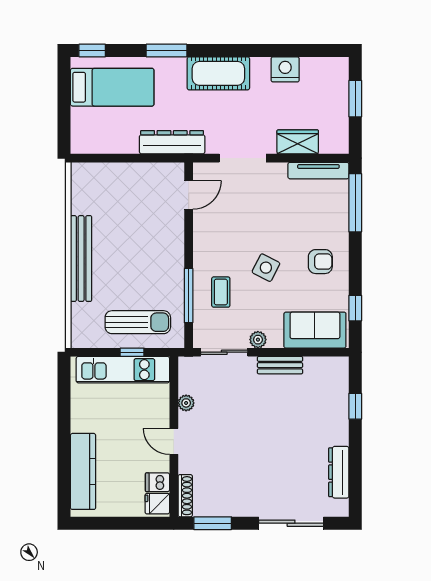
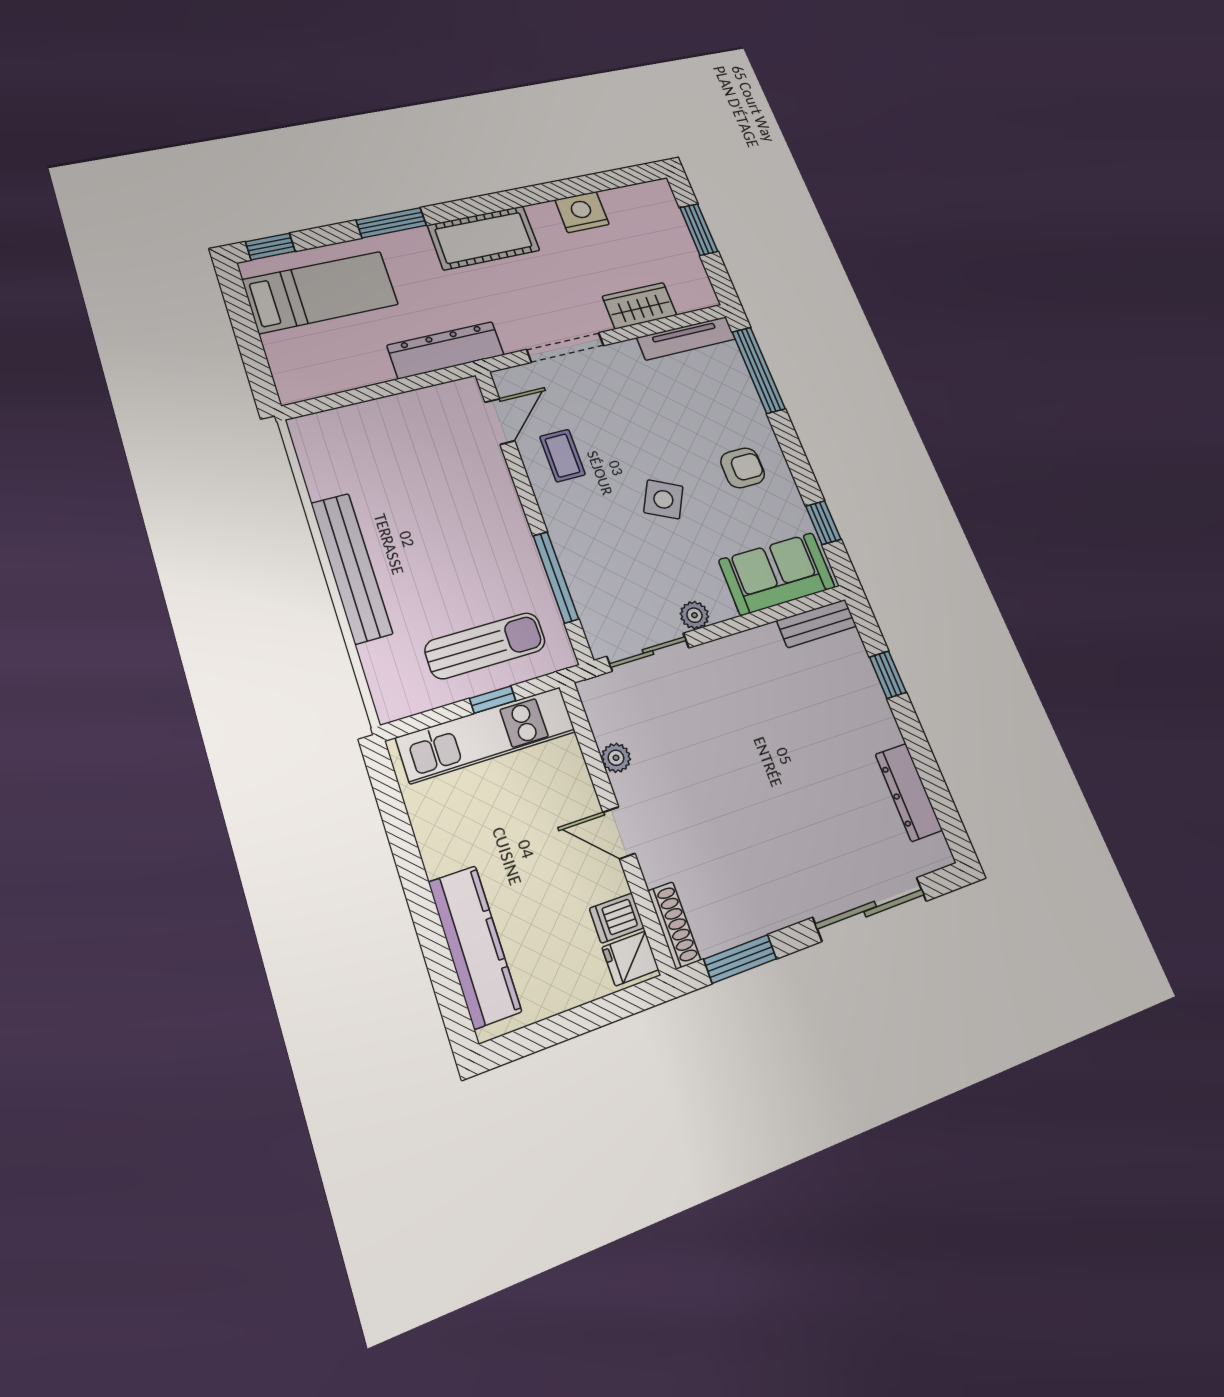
coffee table: (221, 292) -> (562, 456), moved
bench: (280, 365) -> (817, 623), moved

